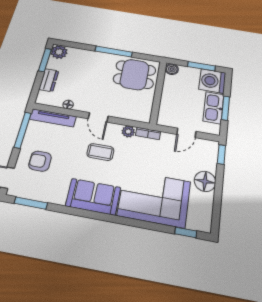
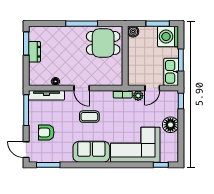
plant: (59, 52) -> (36, 33), removed
dresser: (49, 80) -> (34, 52), moved
kitchen sink: (213, 108) -> (171, 72), moved
plant: (128, 131) -> (138, 96), moved

